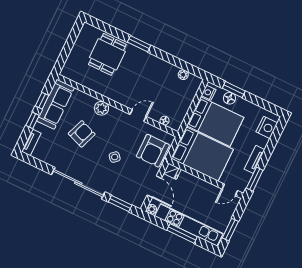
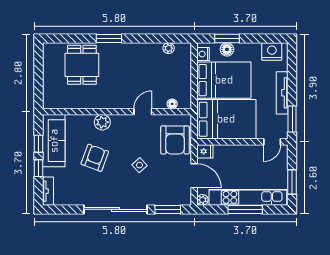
nightstand: (267, 127) -> (272, 52), moved, turned -90
tv unit: (255, 159) -> (282, 93), width x1.41

